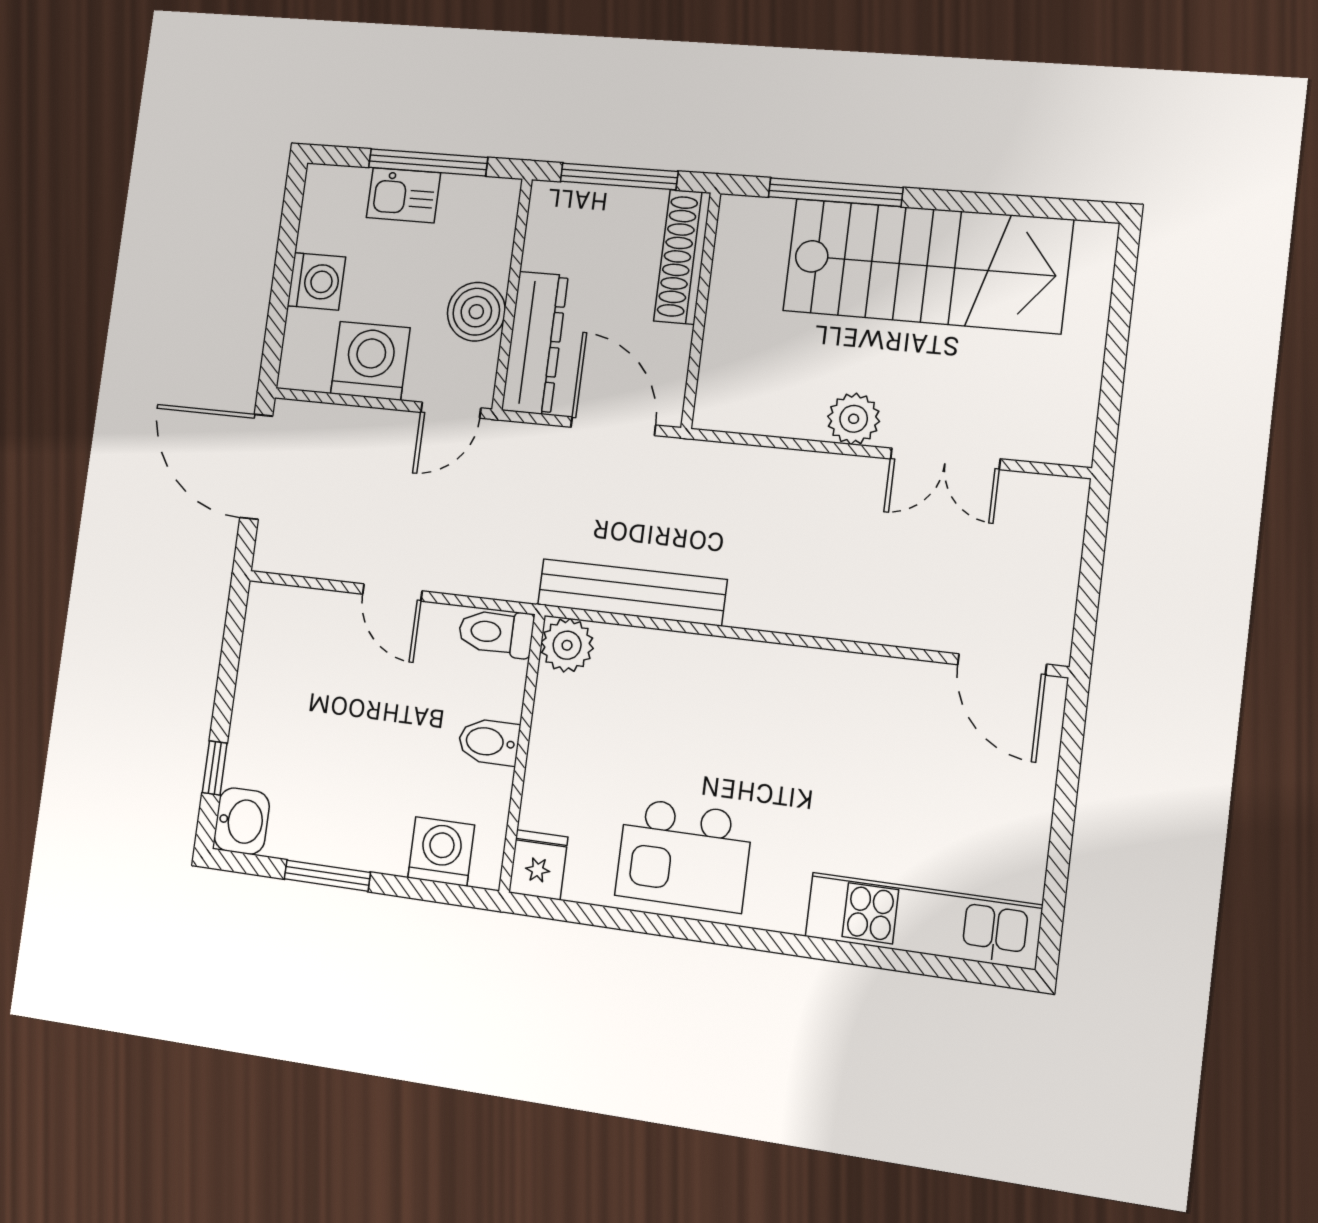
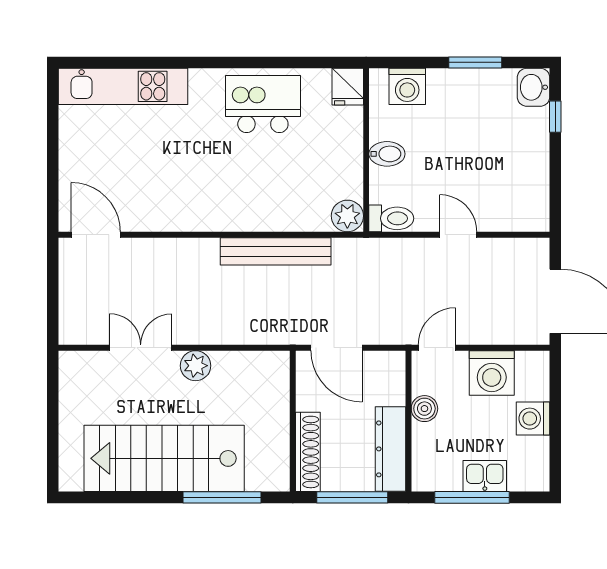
boiler: (476, 312) -> (424, 409), width x0.73, depth x0.73
dresser: (535, 343) -> (391, 449), moved
bench: (632, 592) -> (276, 251), moved

